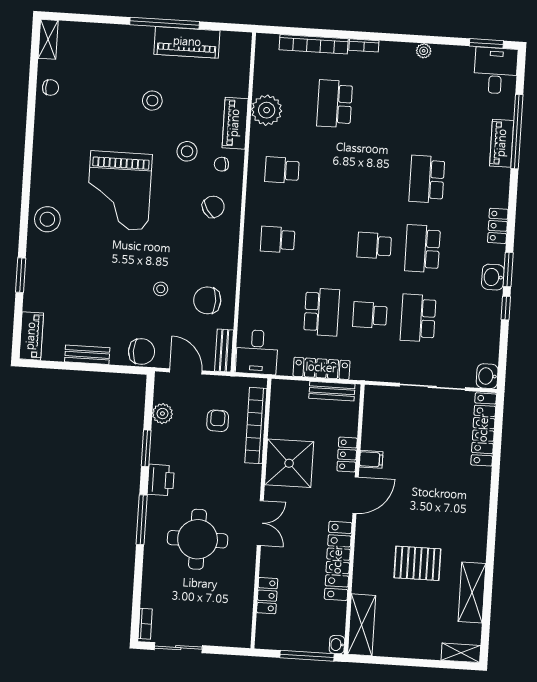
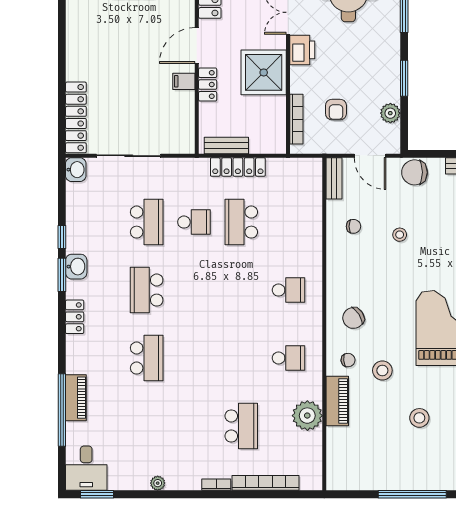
piano: (187, 42) -> (389, 477), removed
school desk: (374, 246) -> (194, 290), removed
school desk: (423, 249) -> (147, 290), turned 180
chair: (207, 300) -> (354, 226), width x0.54, depth x0.54
desk: (257, 352) -> (302, 179), removed
bookcase: (256, 426) -> (296, 119), width x0.68, depth x0.76
printer: (161, 480) -> (302, 50), moved, turned 180

